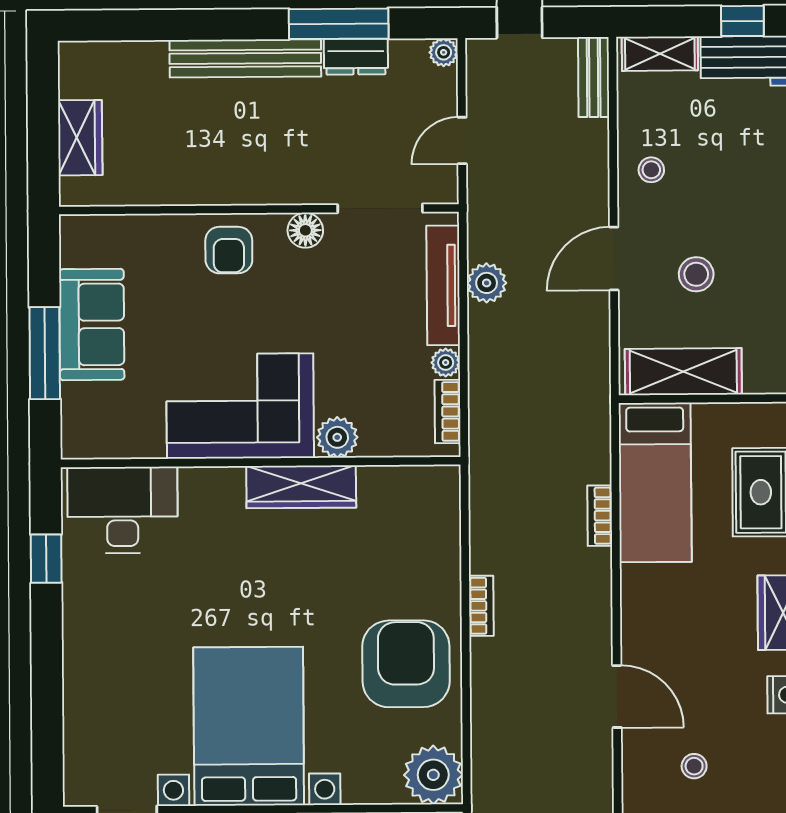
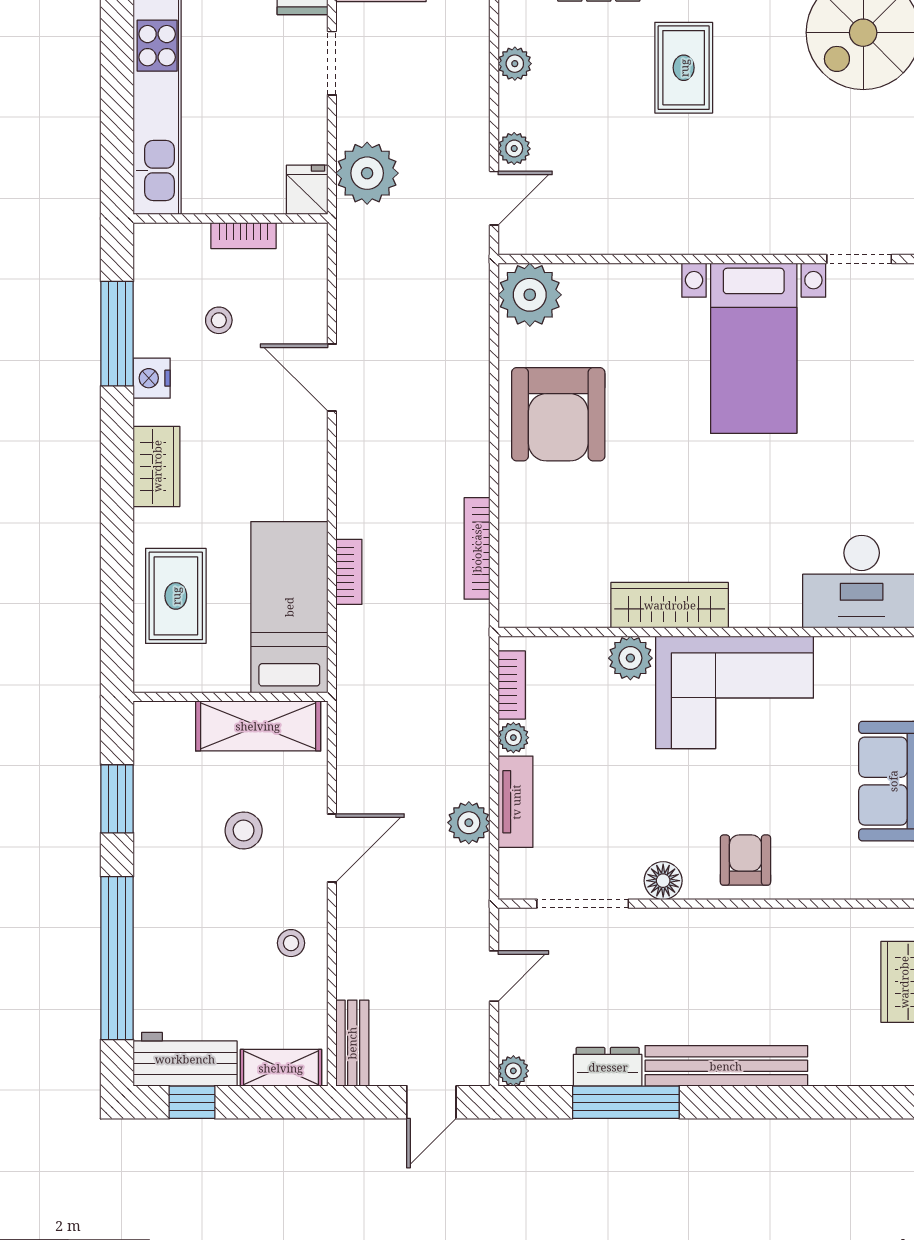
tv unit: (443, 285) -> (516, 802), width x0.71
bookcase: (481, 606) -> (477, 548), moved, width x1.56
bed with nightstands: (249, 726) -> (754, 348), width x0.73
stool: (694, 766) -> (219, 320), moved

